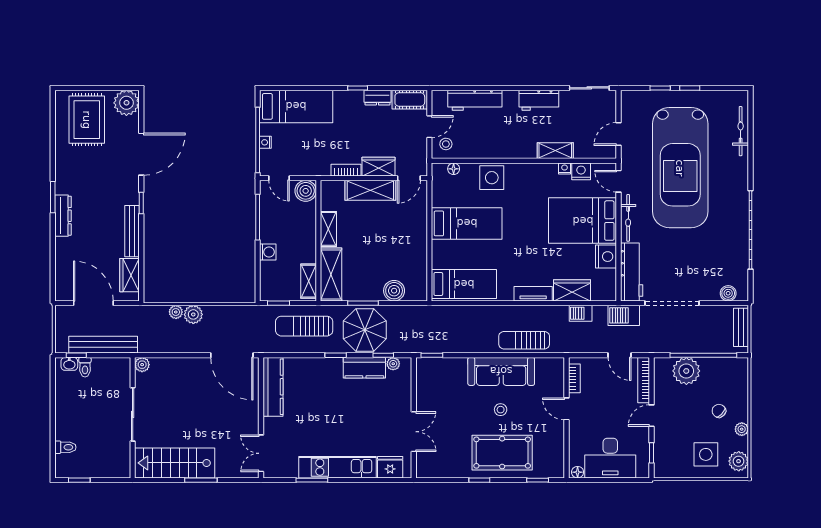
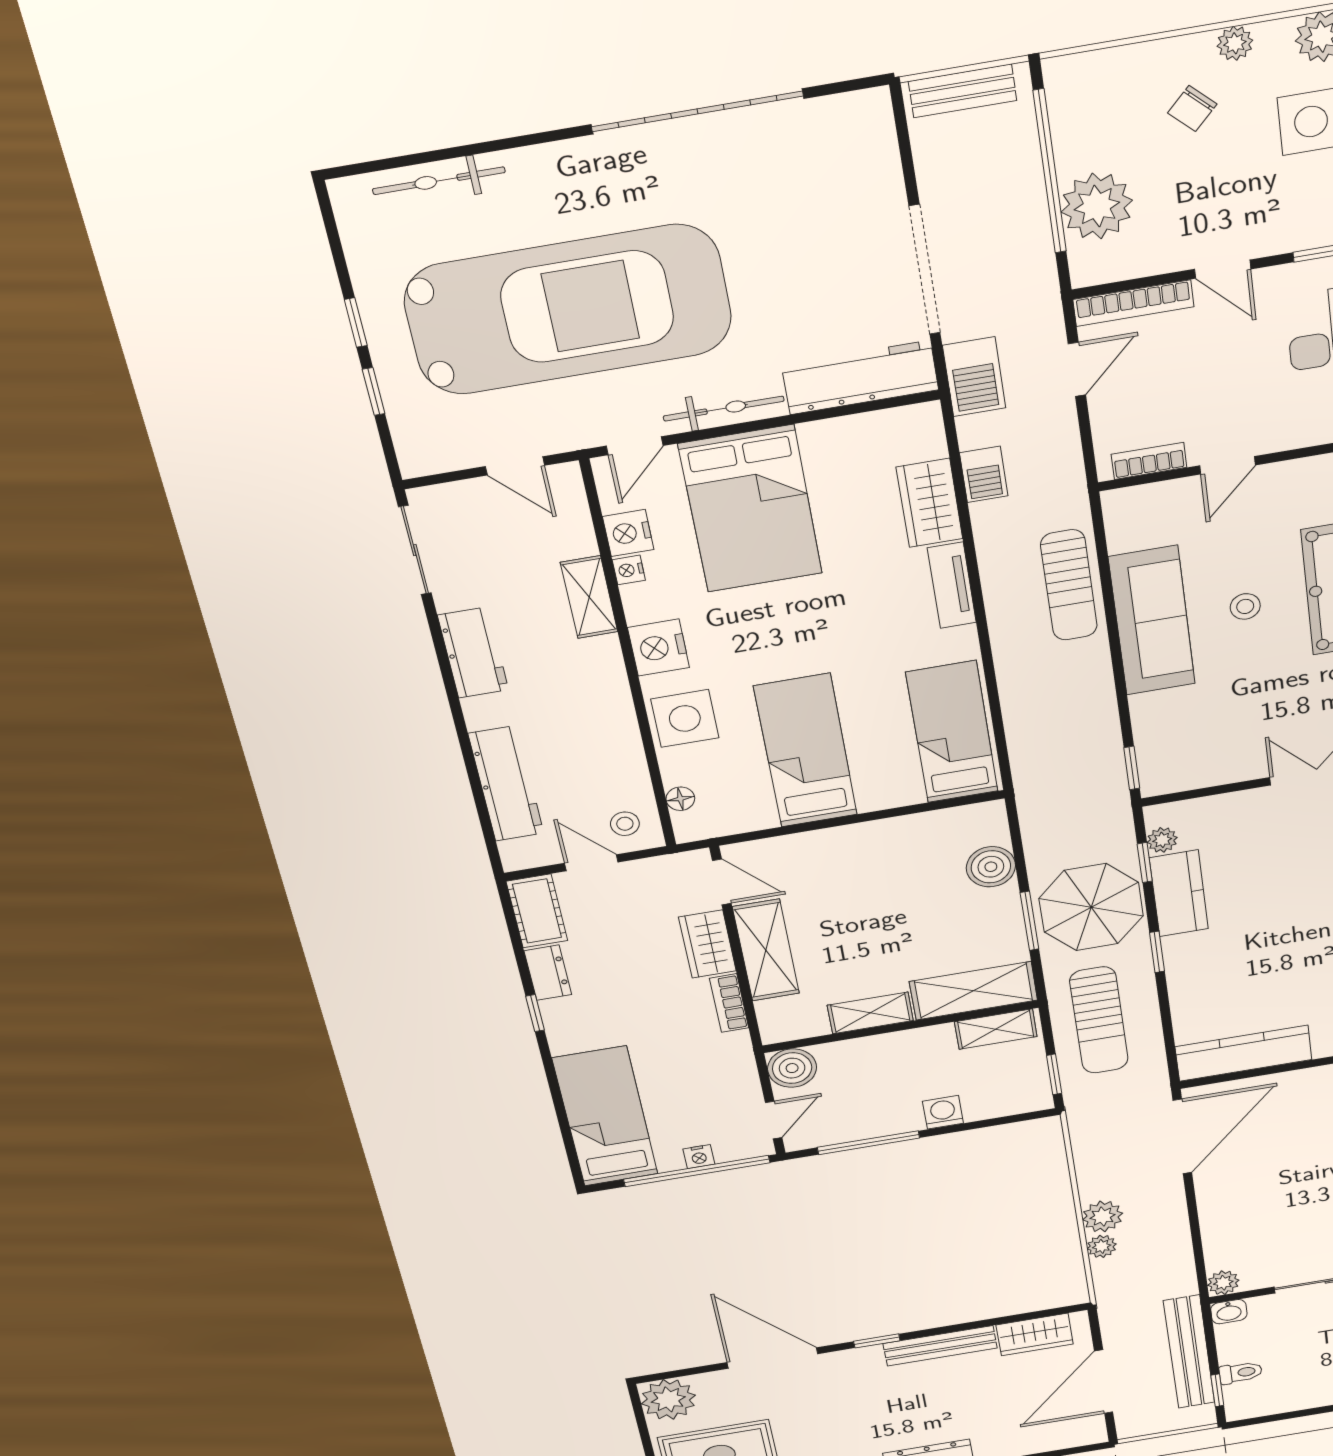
nightstand: (606, 257) -> (658, 648), moved, turned -90
boiler: (728, 293) -> (877, 138), removed
washbasin: (69, 364) -> (1229, 1312), moved, turned 90

